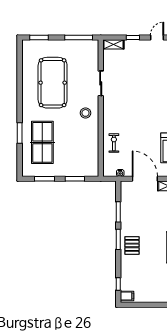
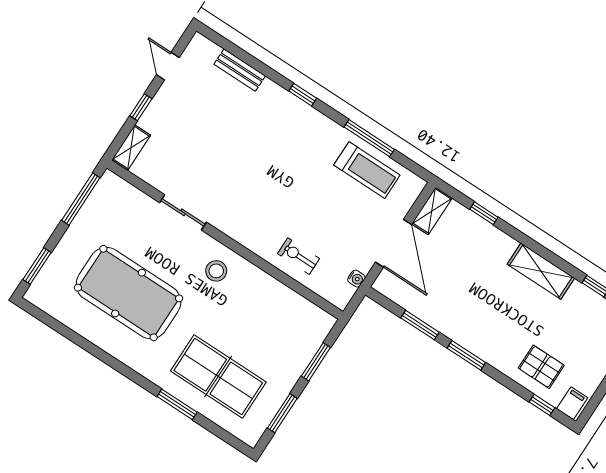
door: (145, 179) -> (394, 243), swing flipped
pallet: (132, 245) -> (541, 367), moved

